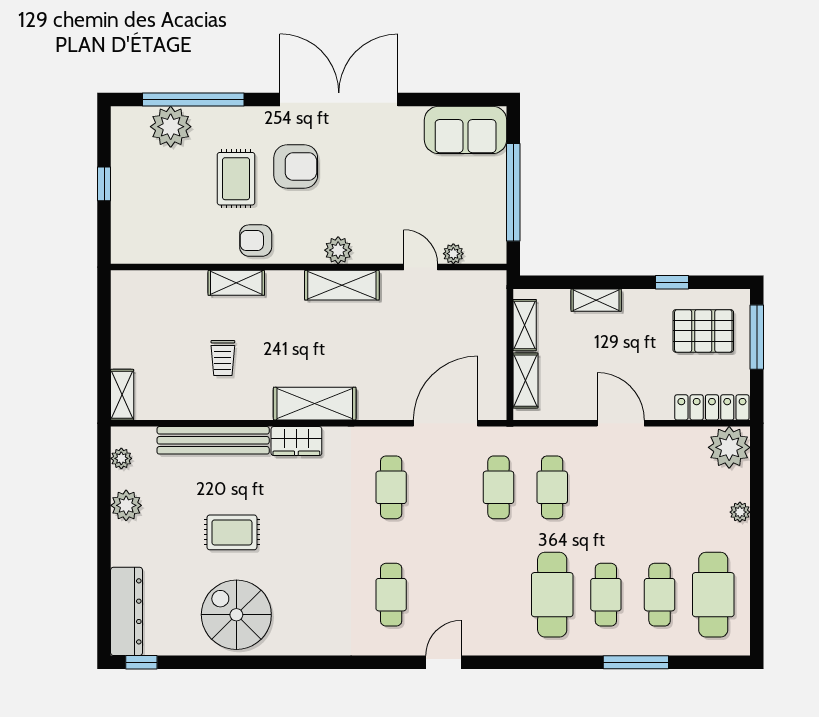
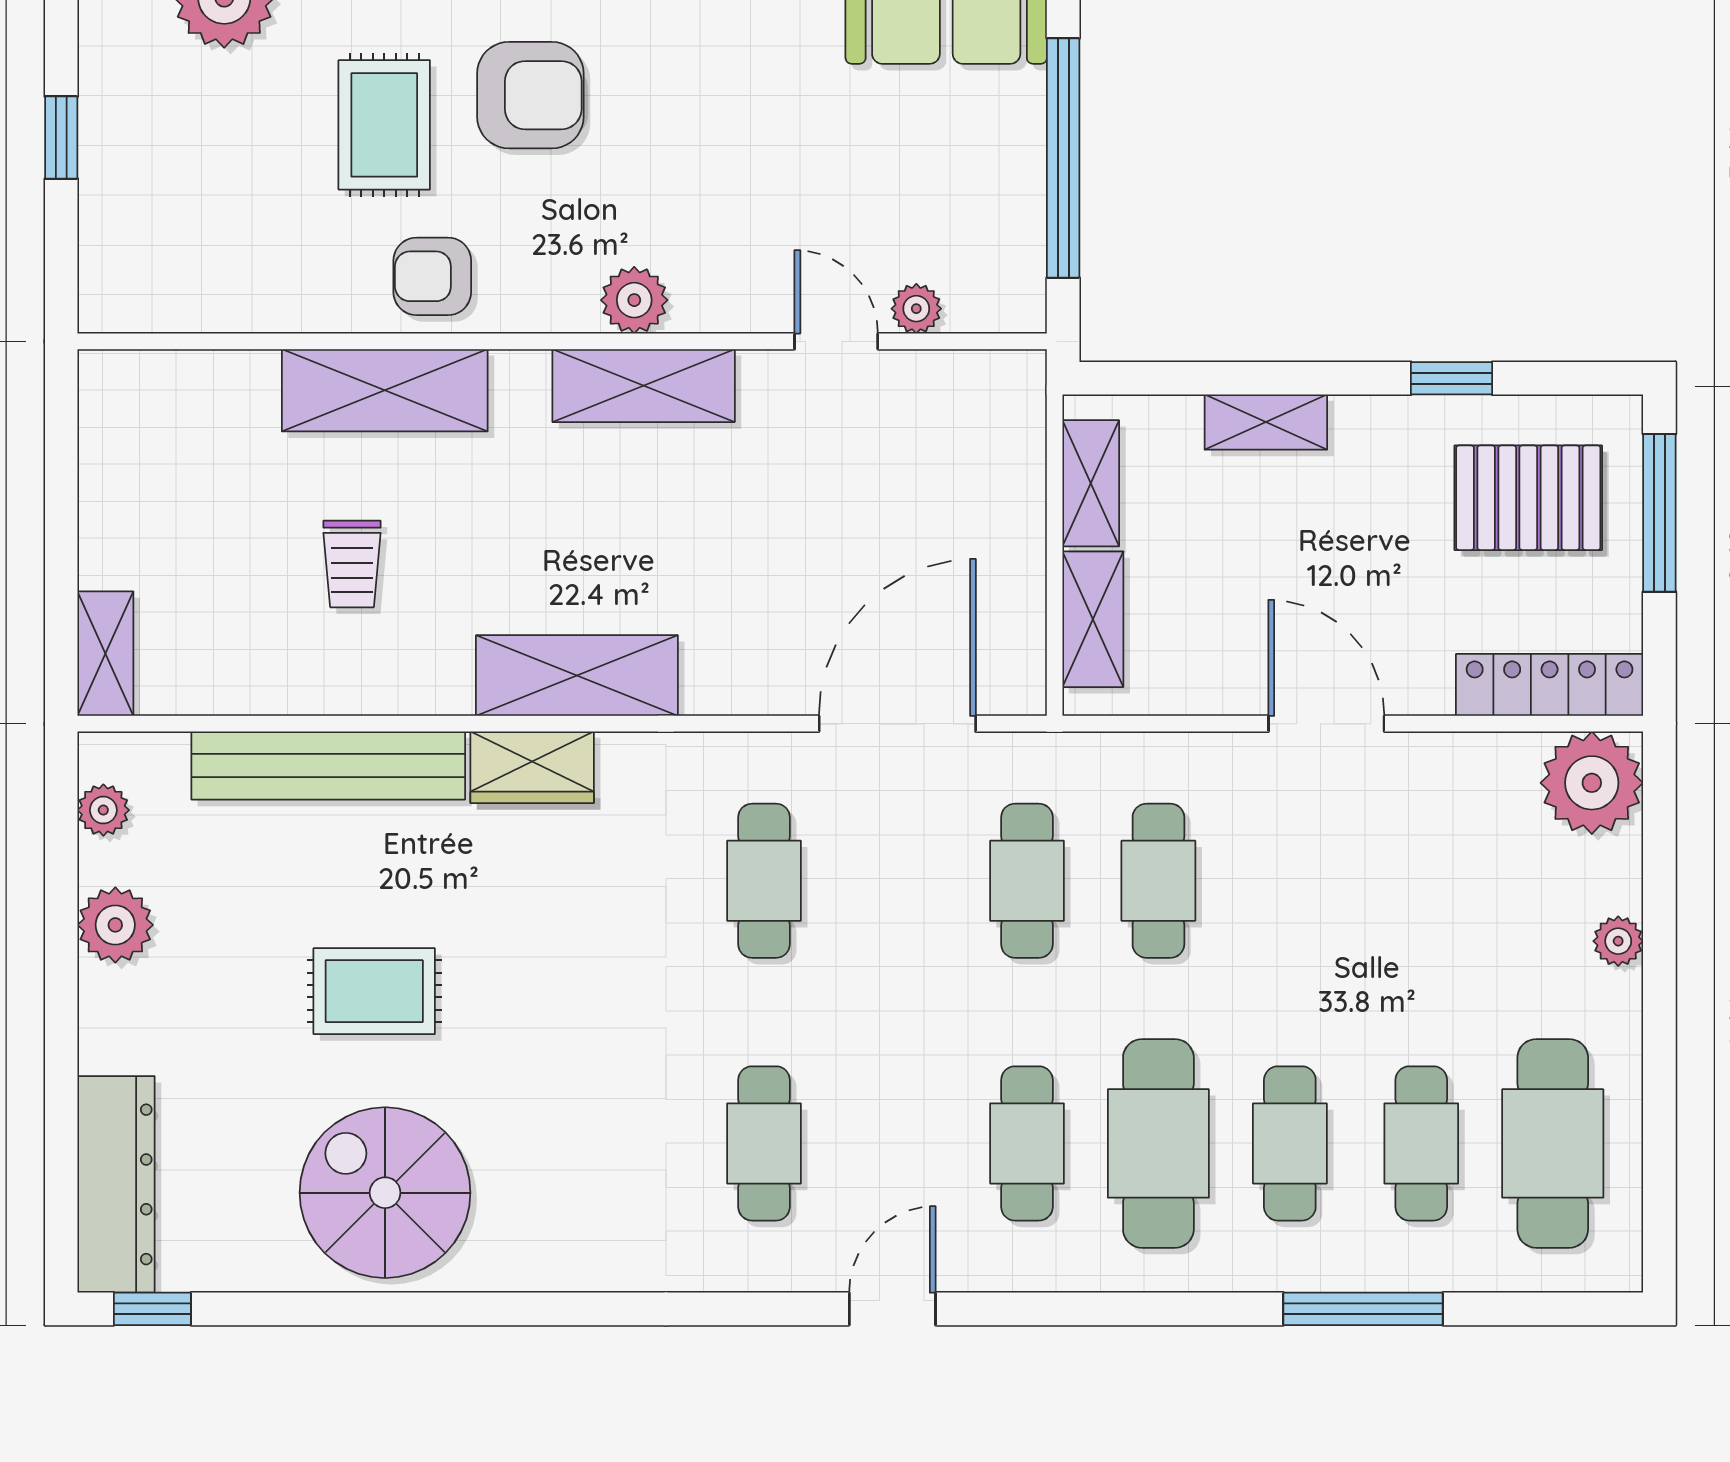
shelving: (236, 283) -> (385, 390), width x1.50, depth x1.33
cafe table: (499, 595) -> (1027, 1143), added

